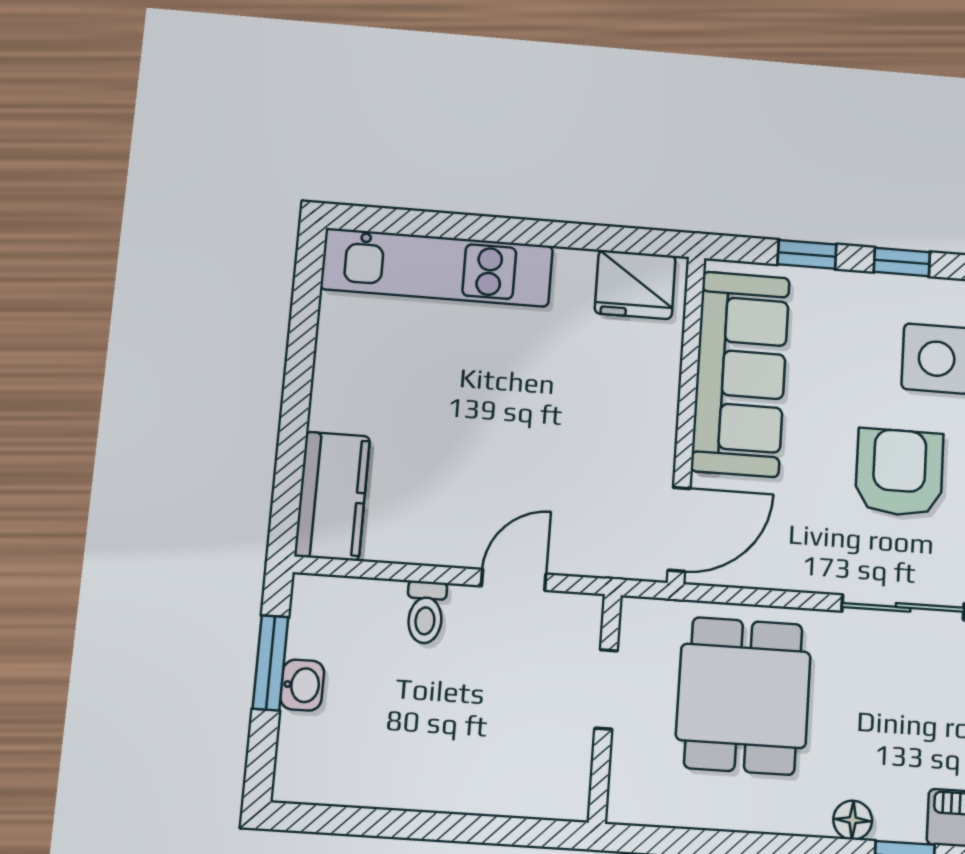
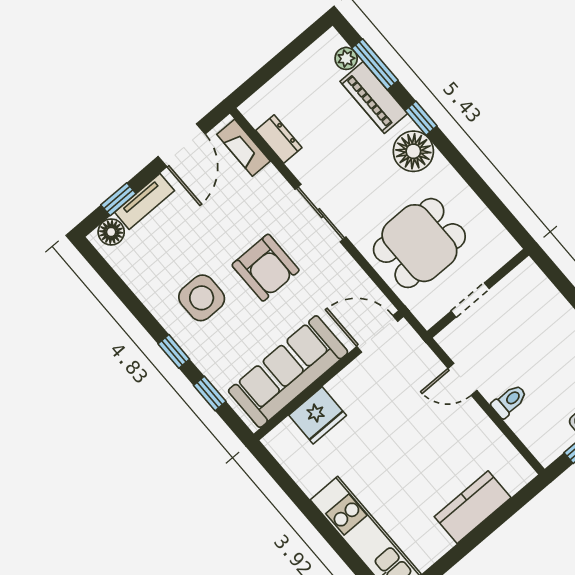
fridge: (635, 285) -> (318, 415), moved, turned 90
armchair: (899, 472) -> (266, 268), turned -90
kitchen counter: (332, 496) -> (473, 507), moved
floor lamp: (853, 820) -> (413, 151), width x1.89, depth x1.89

